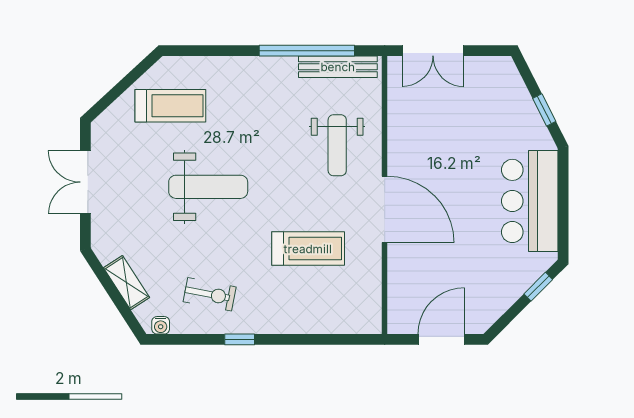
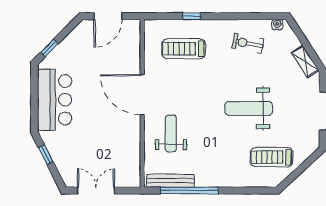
double door: (433, 51) -> (96, 191), moved
treadmill: (308, 249) -> (184, 49), moved
shelving: (127, 283) -> (305, 62), moved
window: (240, 339) -> (192, 16), moved

